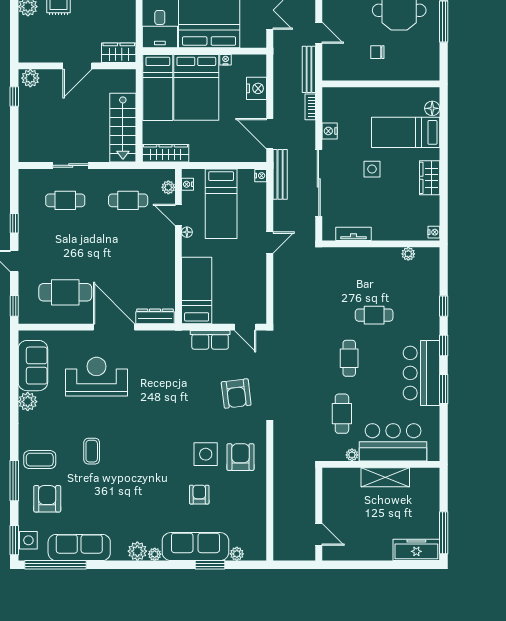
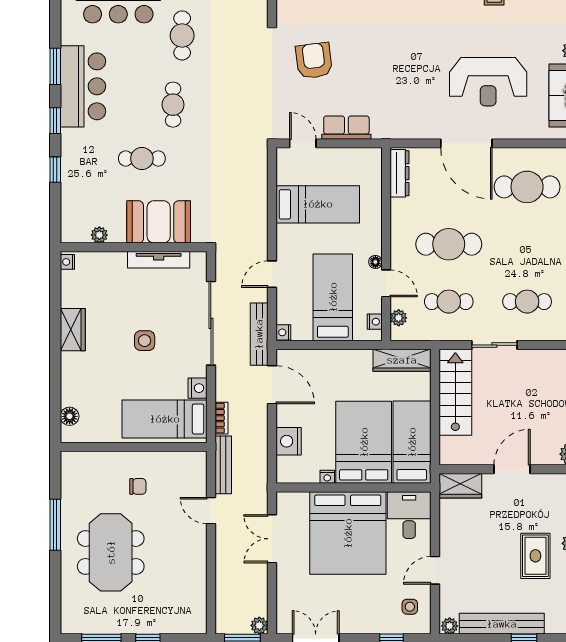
bed: (406, 132) -> (165, 419), moved, turned 180
sliding door: (71, 165) -> (494, 345), moved
tv unit: (354, 234) -> (159, 260), width x1.41
door: (270, 243) -> (272, 274), moved
cafe table: (128, 246) -> (449, 244), added
booth: (361, 264) -> (159, 222), added
bed: (197, 290) -> (318, 204), moved, turned -90
dresser: (155, 316) -> (400, 173), moved, turned -90

